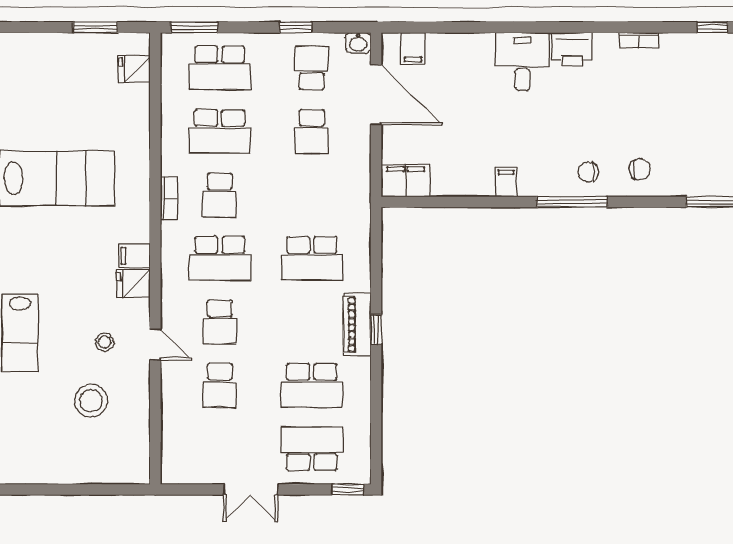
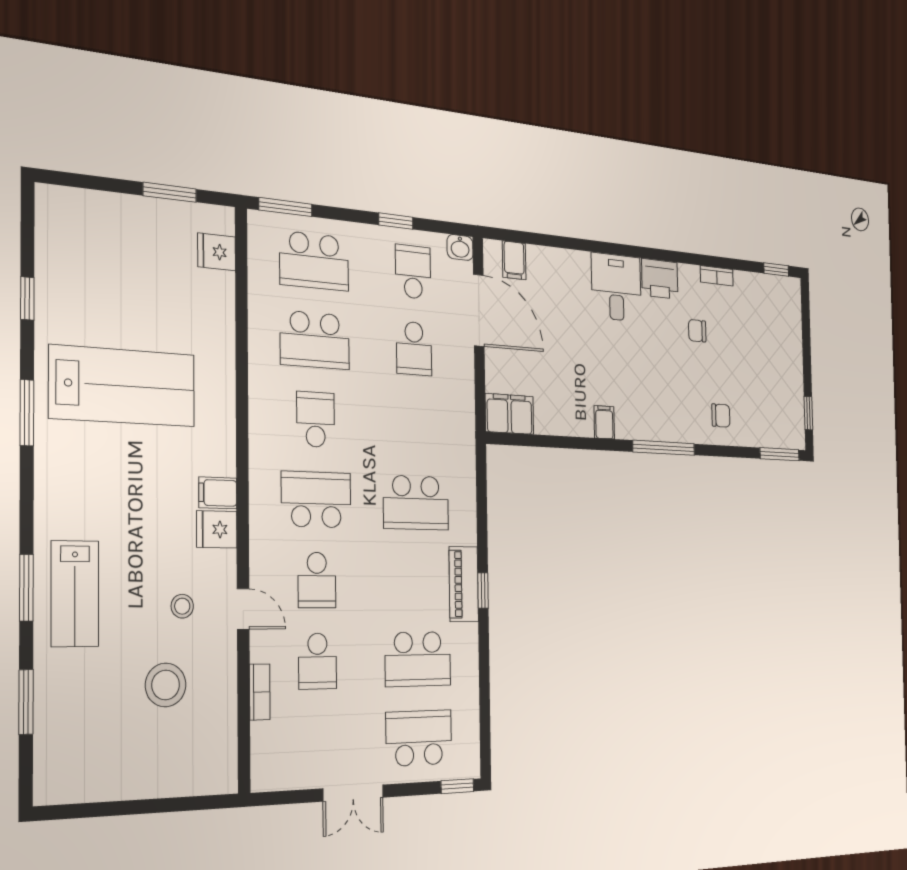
chair: (588, 172) -> (697, 331), moved
school desk: (220, 195) -> (316, 419), turned 180
bookcase: (169, 198) -> (260, 692), moved
school desk: (220, 258) -> (316, 500), turned 180

